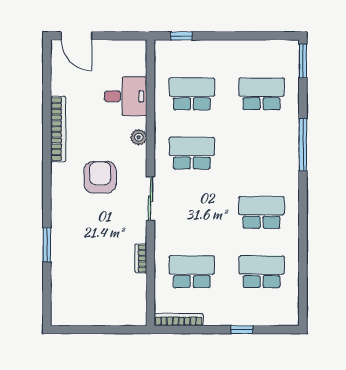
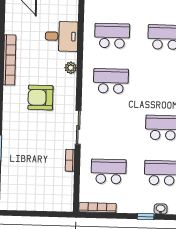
armchair: (100, 177) -> (40, 98), turned -90
sliding door: (150, 199) -> (78, 127), moved
washbasin: (261, 319) -> (161, 209), added

